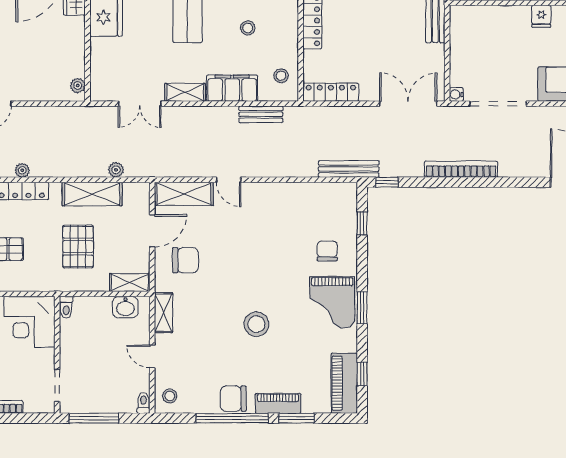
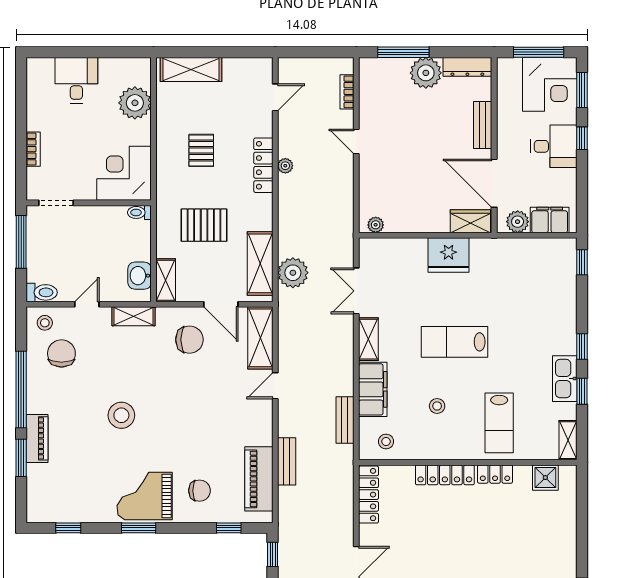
bench: (349, 169) -> (287, 461), moved, width x0.73
plant: (116, 170) -> (293, 273), width x1.88, depth x1.88
shelving: (92, 194) -> (260, 263), moved
chair: (185, 260) -> (189, 340), turned -90
piano: (344, 383) -> (259, 479), moved, turned -90
chair: (233, 399) -> (61, 353), moved
toilet: (144, 403) -> (42, 292), width x1.37, depth x1.39

